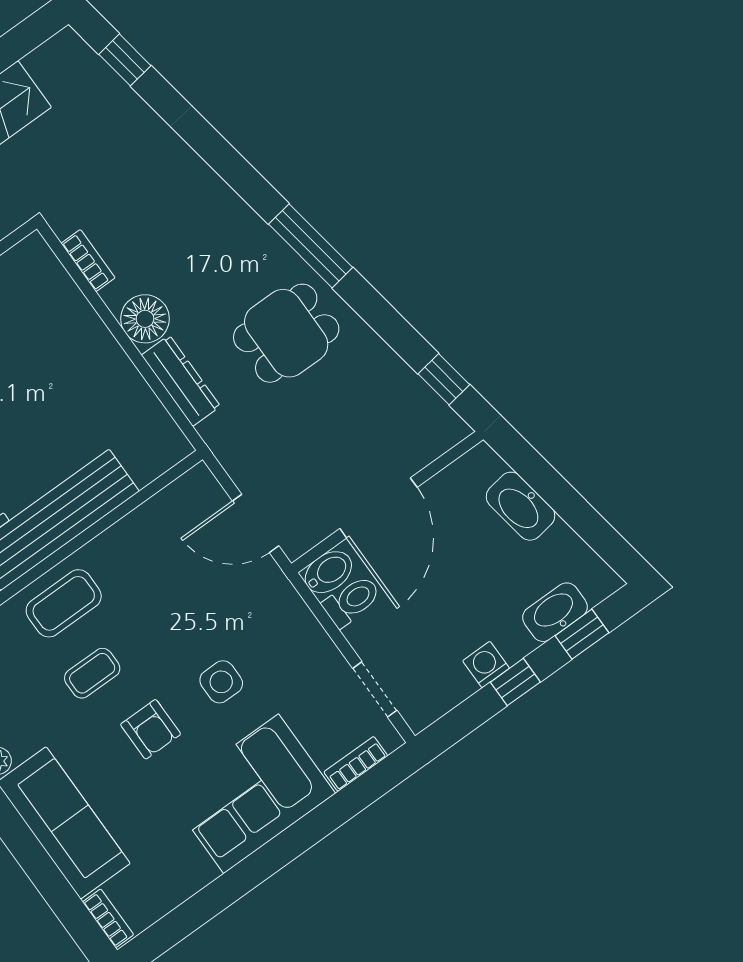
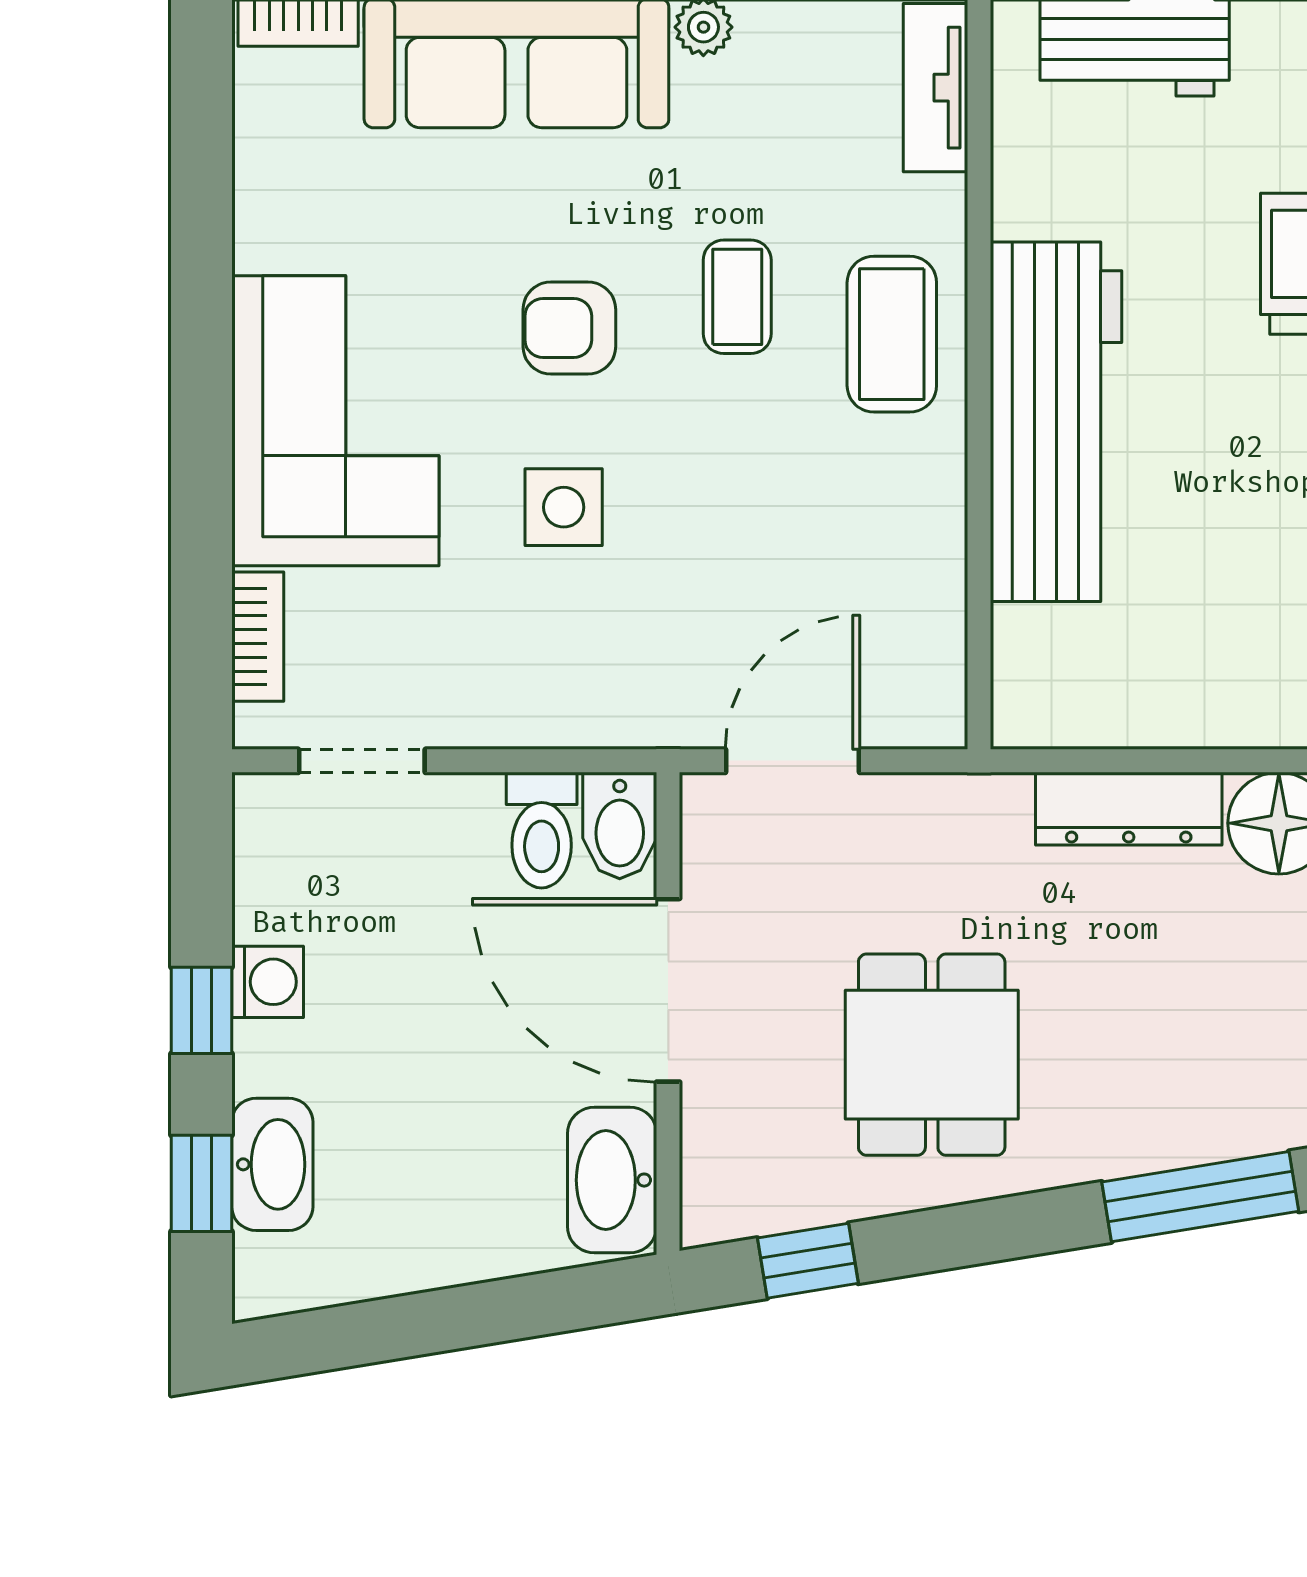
dining table: (286, 333) -> (932, 1055), moved
washbasin: (521, 506) -> (612, 1180), moved, turned -81

